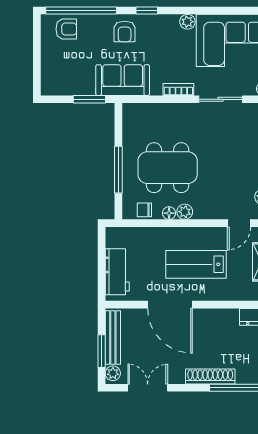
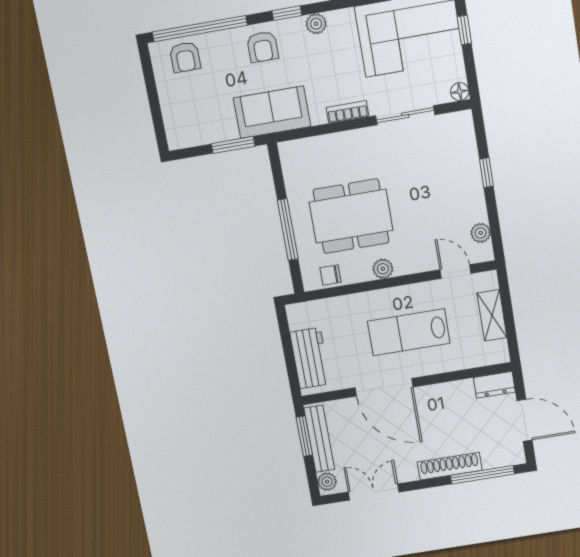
plant: (187, 22) -> (316, 24), moved
armchair: (66, 29) -> (185, 57), turned 90
floor lamp: (169, 213) -> (363, 274), removed
door: (239, 223) -> (455, 272), swing flipped
window: (102, 351) -> (304, 436), moved

